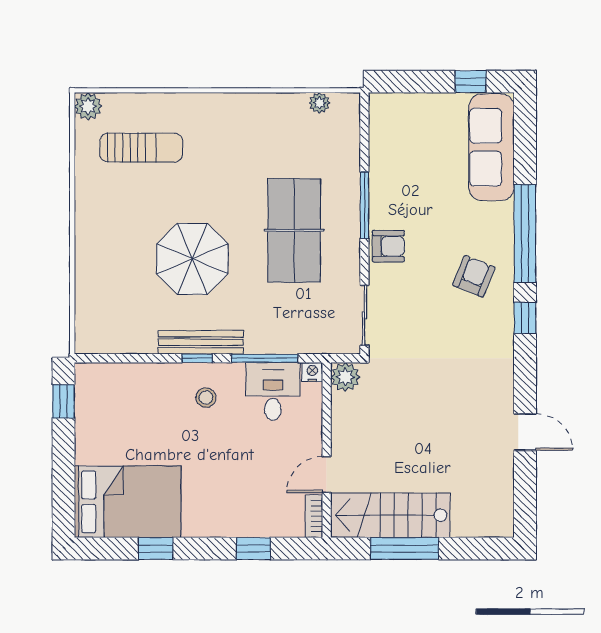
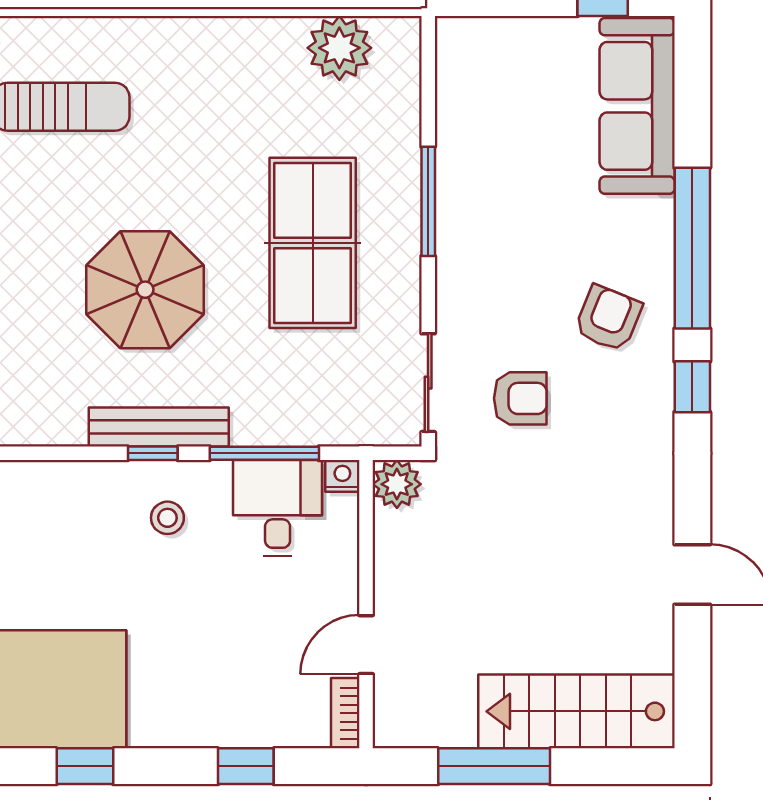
plant: (319, 103) -> (339, 48), width x1.87, depth x1.87
armchair: (388, 246) -> (520, 398), moved
stairs: (390, 515) -> (576, 711), moved

